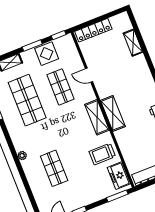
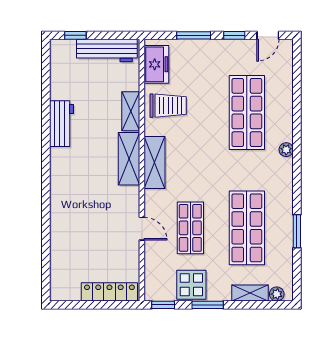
shelving: (133, 43) -> (131, 111), moved
shop shelf: (54, 168) -> (247, 113), width x1.43, depth x1.36
window: (117, 196) -> (194, 35), moved

